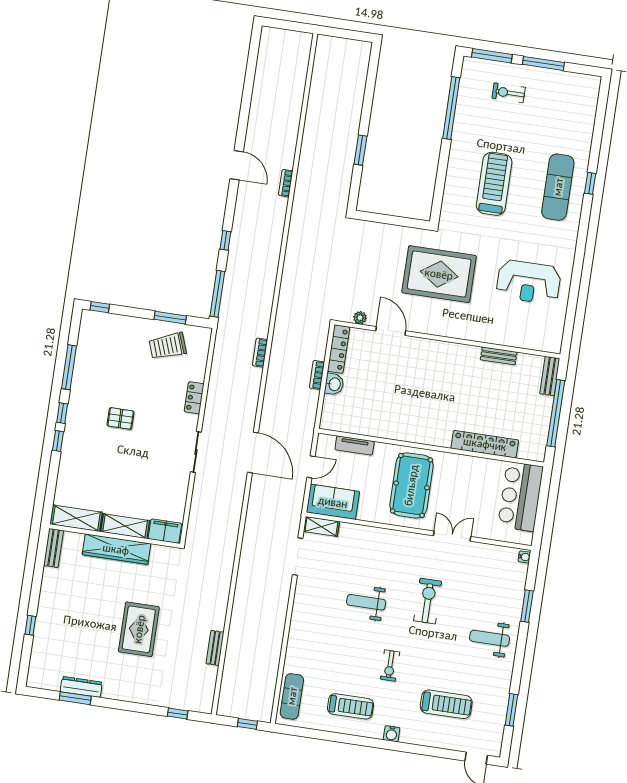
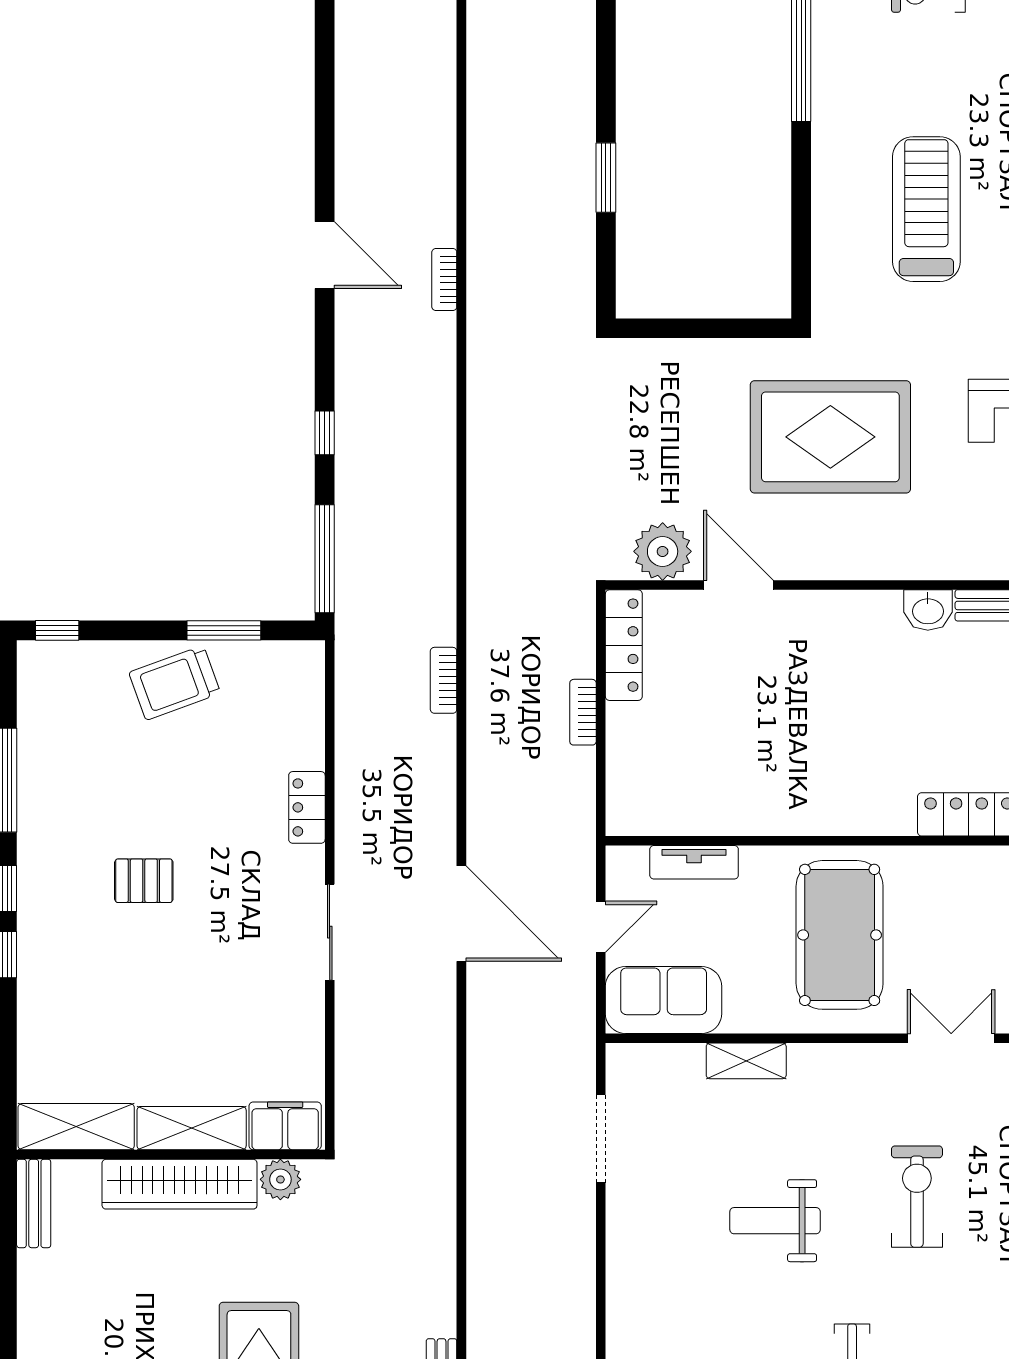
plant: (360, 318) -> (663, 551), width x1.88, depth x1.88
trolley: (168, 346) -> (175, 683), moved
washbasin: (334, 384) -> (928, 610), moved, turned 90
shelving: (321, 526) -> (746, 1061), moved
plant: (159, 554) -> (280, 1179), added

